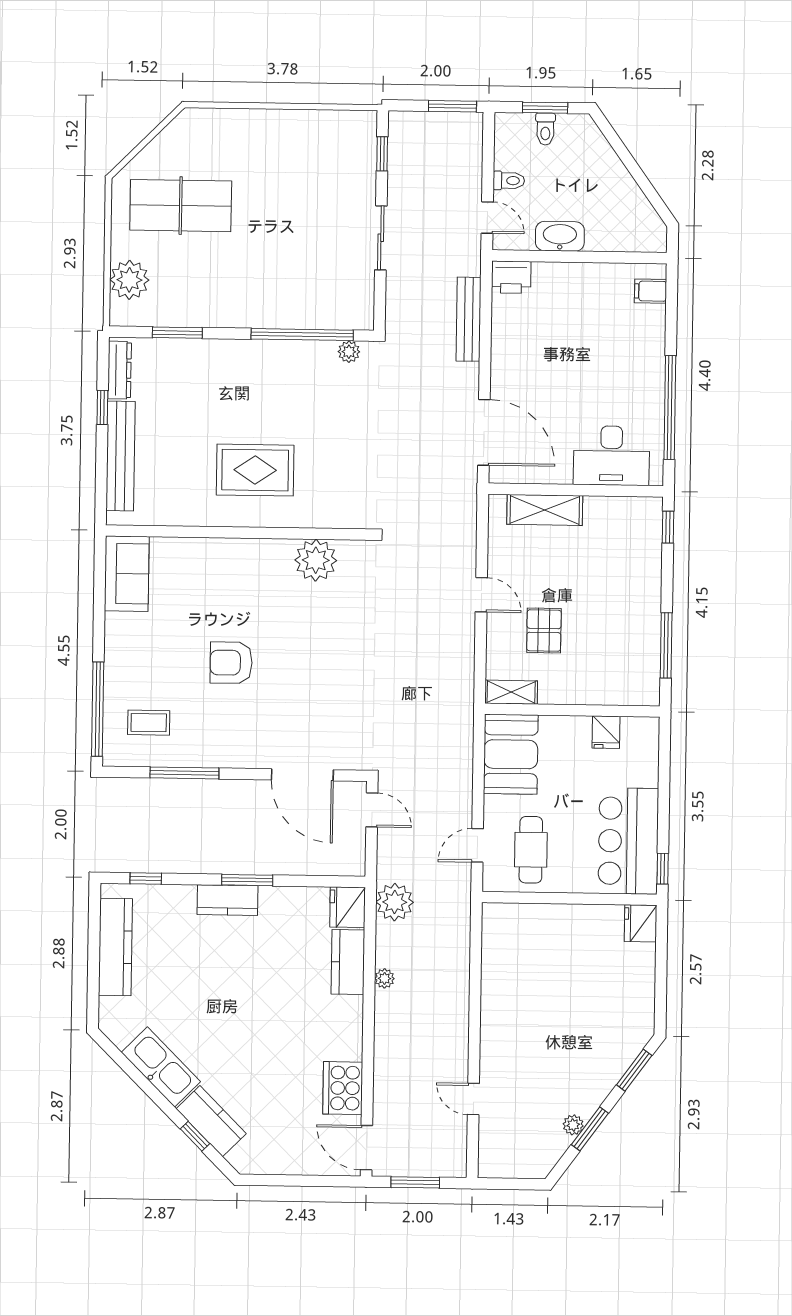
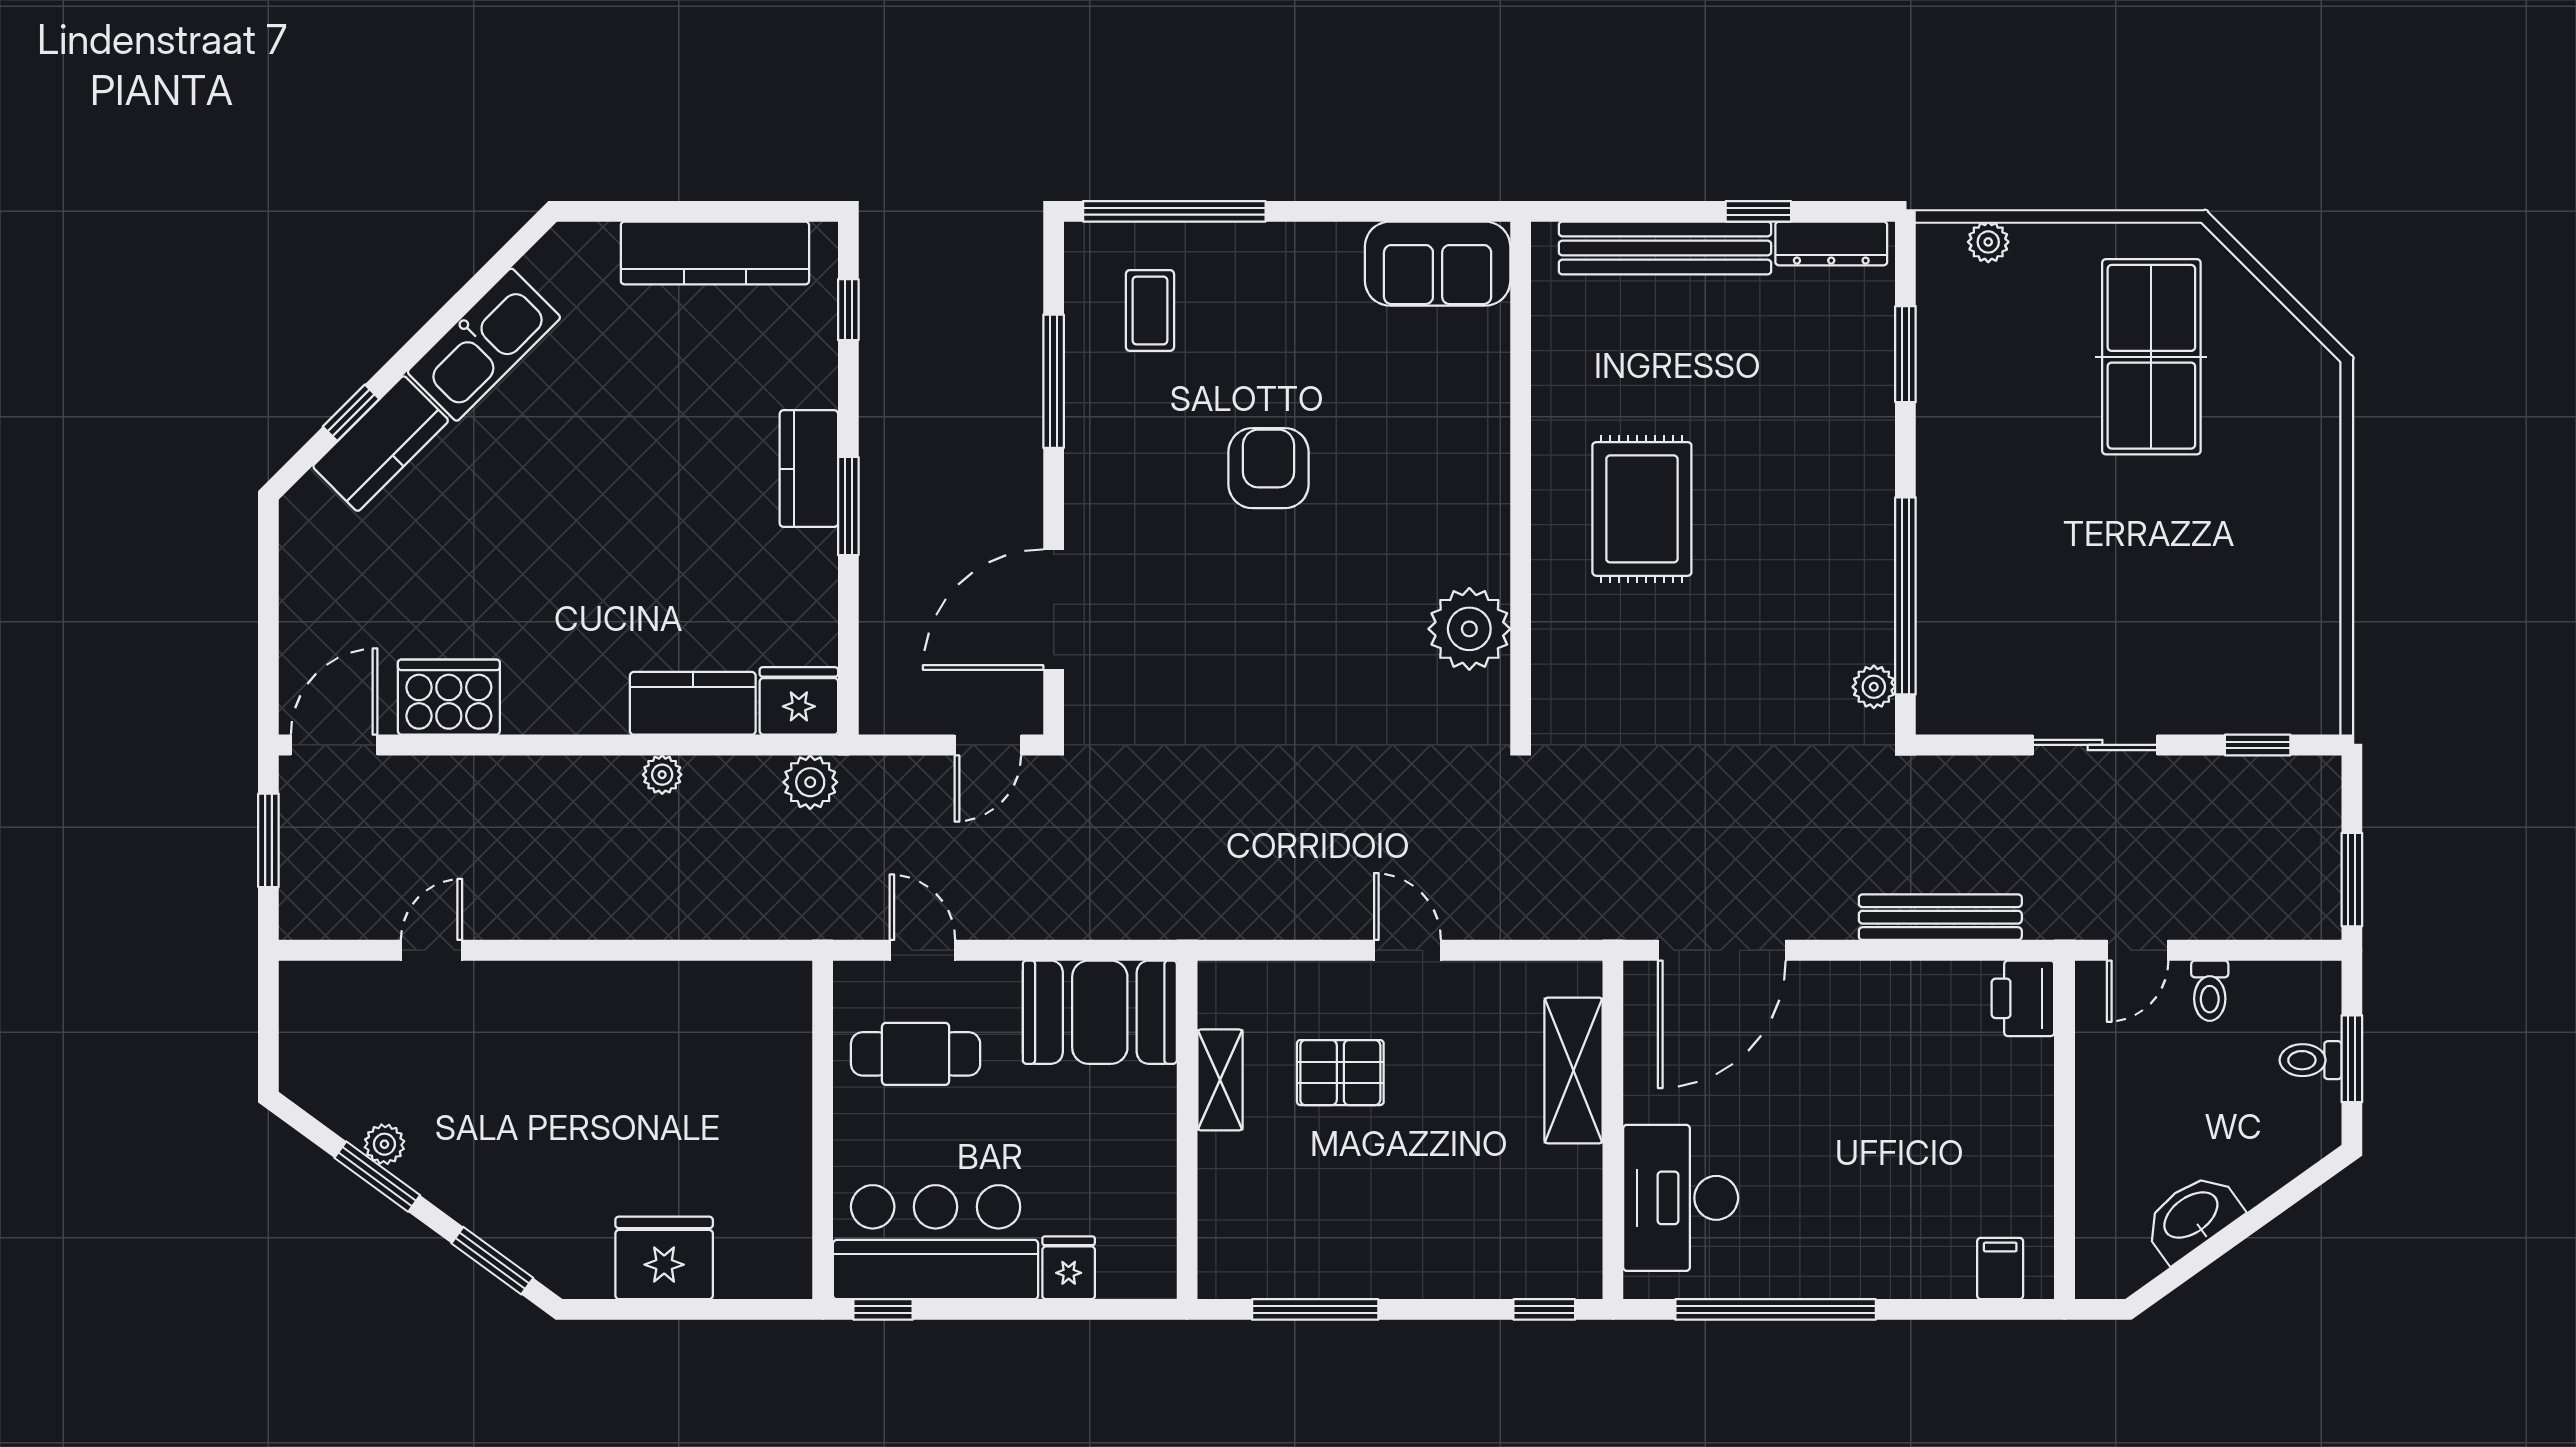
washbasin: (560, 236) -> (2192, 1216), moved, turned -125
plant: (129, 280) -> (1988, 242), width x0.53, depth x0.53
door: (481, 595) -> (1407, 950), swing flipped
shelving: (511, 692) -> (1220, 1080), moved
fridge: (606, 732) -> (1069, 1268), moved, turned 90
plant: (395, 902) -> (810, 782), width x0.73, depth x0.73
fridge: (641, 923) -> (664, 1258), moved, width x1.36, depth x1.34

